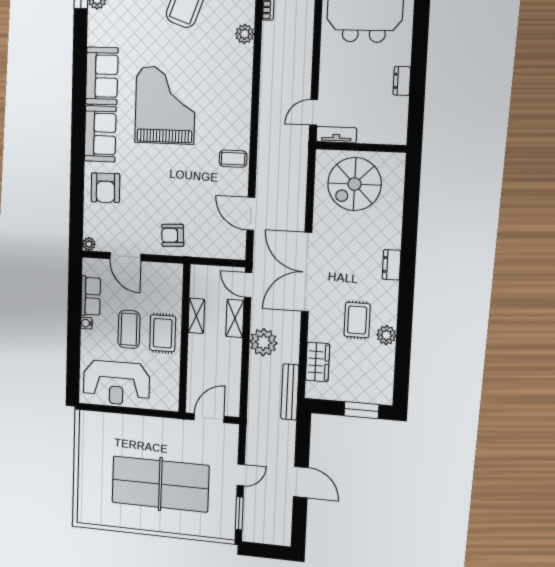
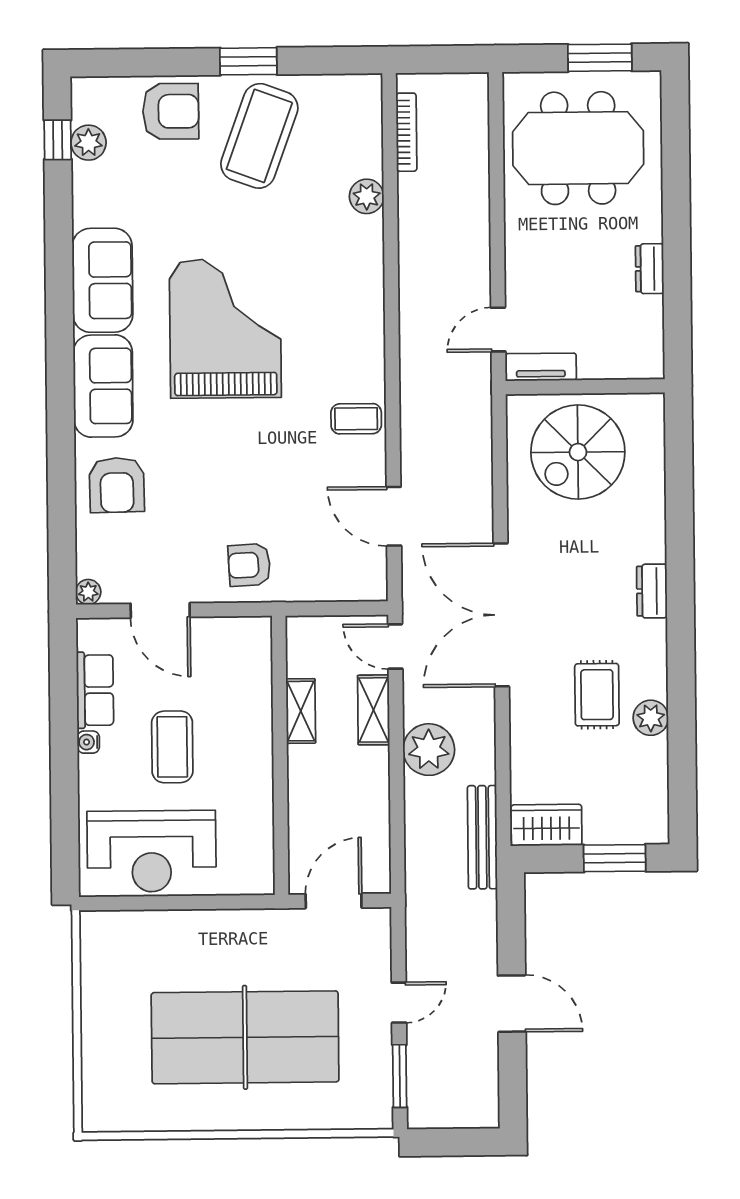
rug: (163, 333) -> (238, 749), removed
wardrobe: (317, 362) -> (546, 825), moved, turned -90

